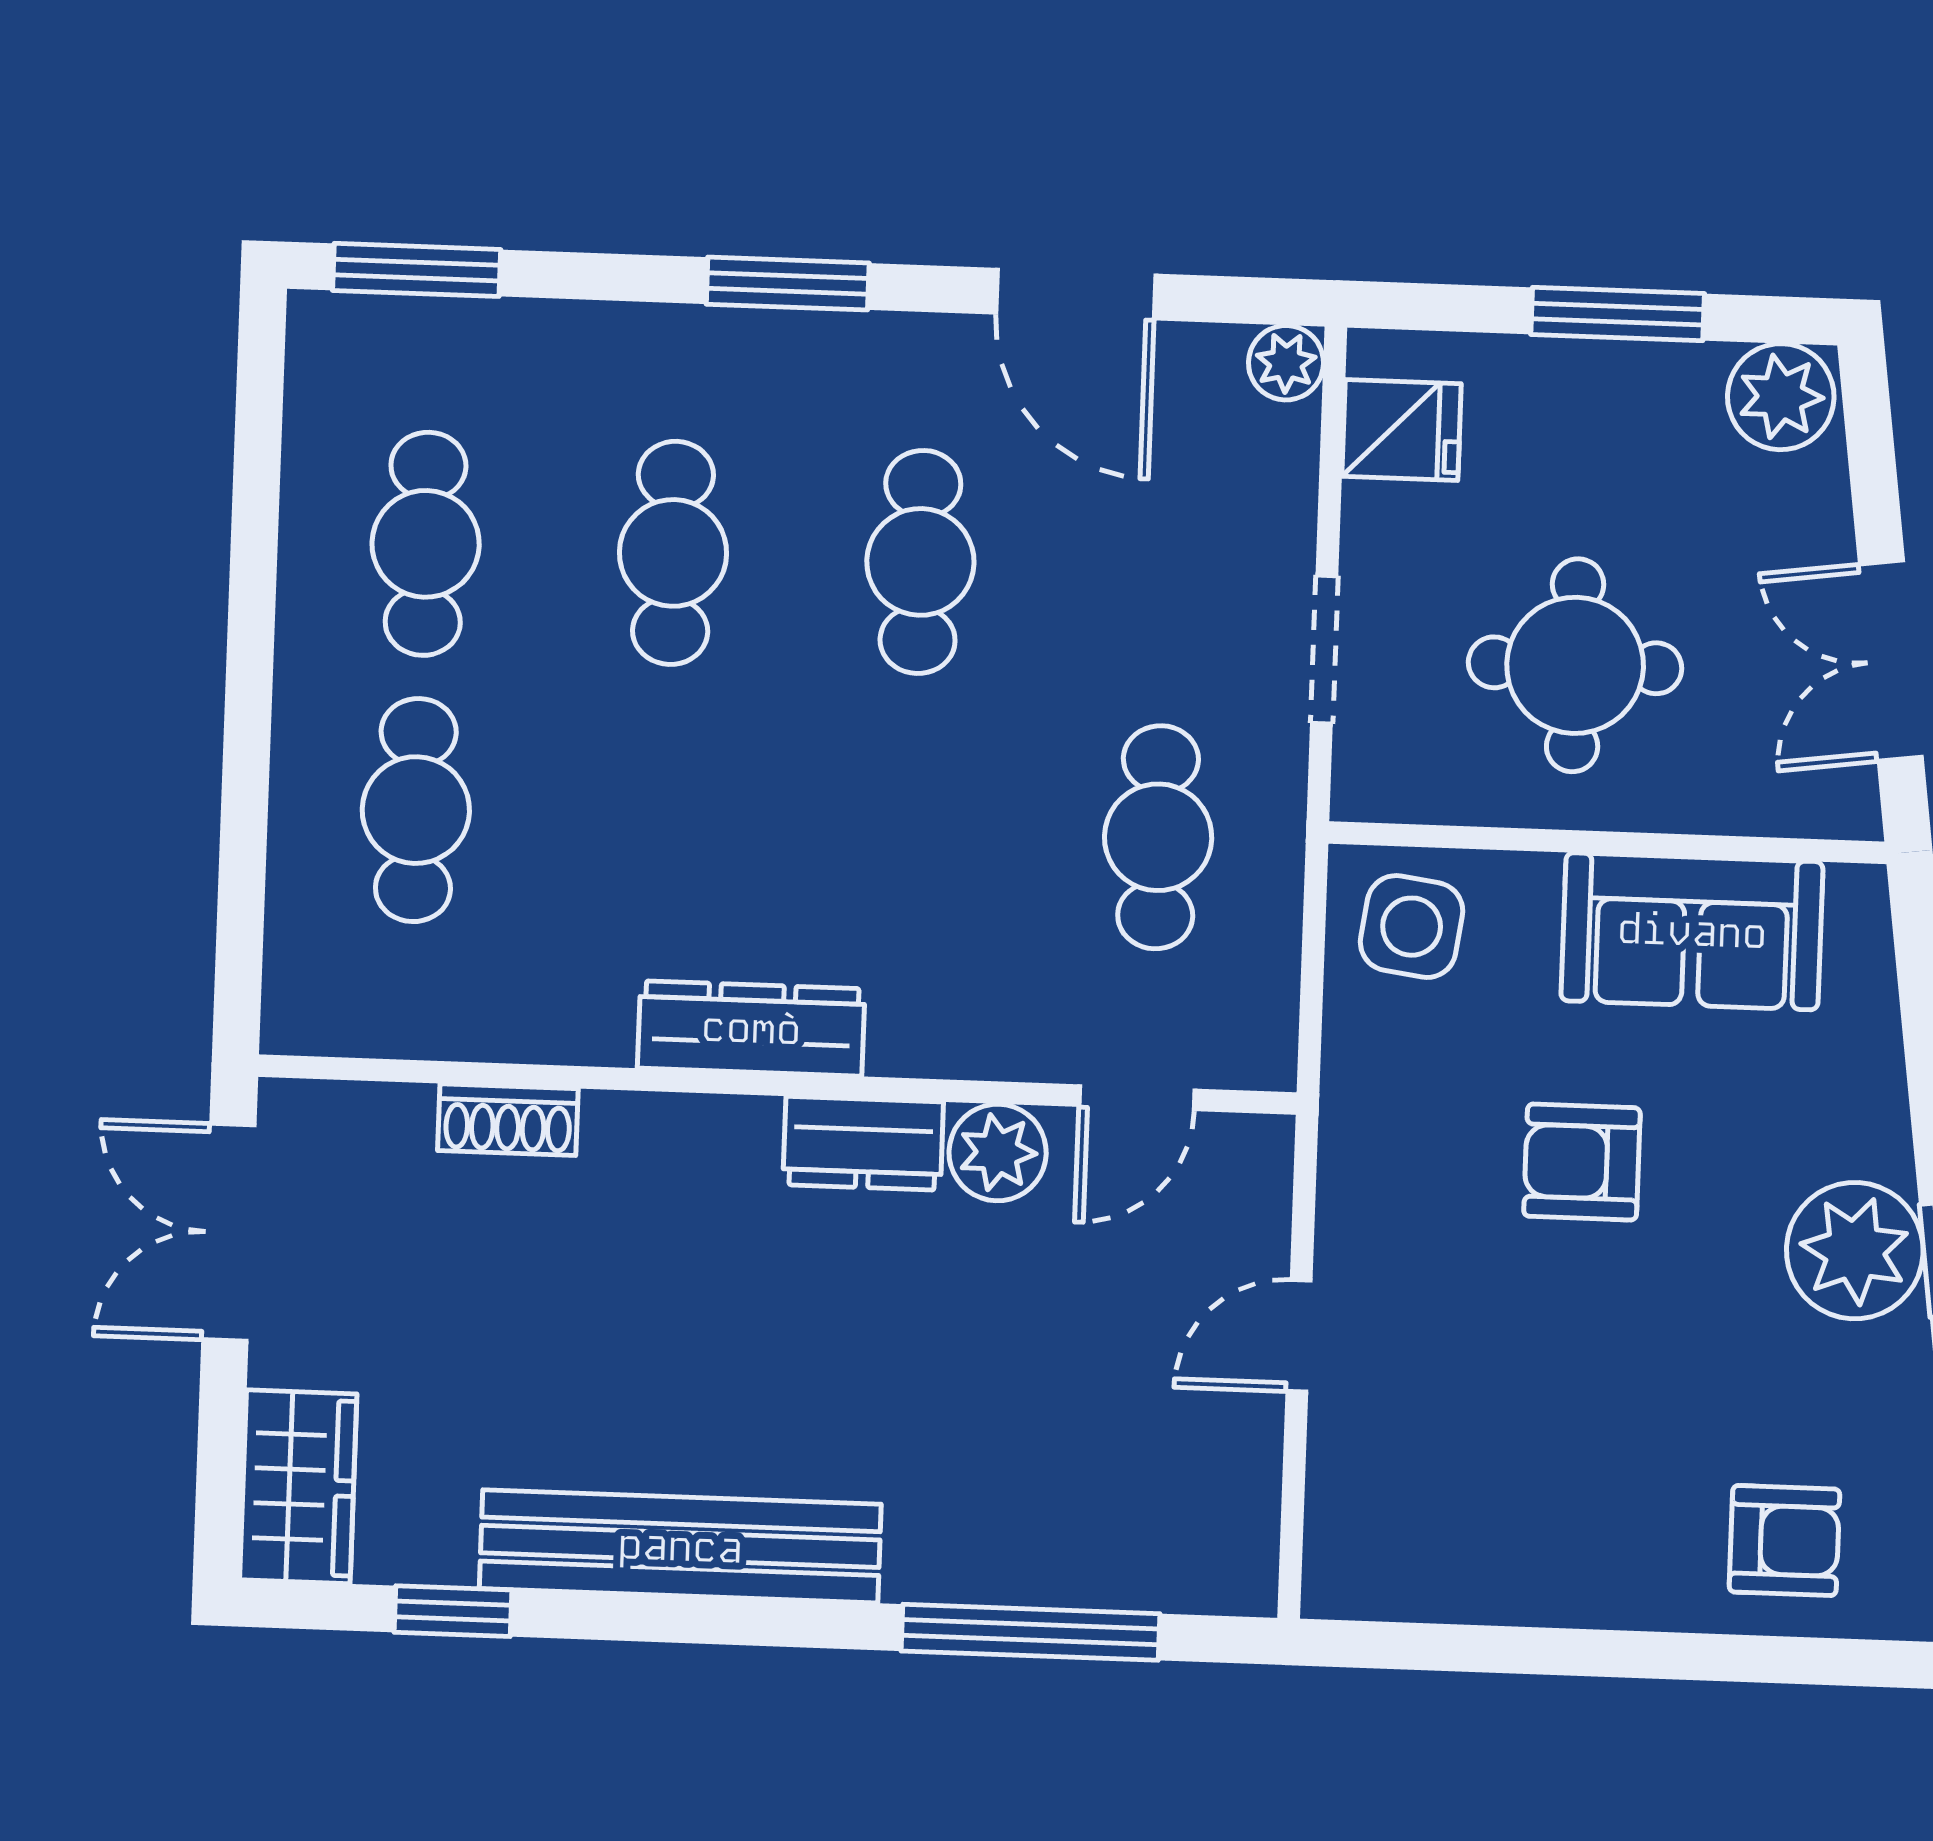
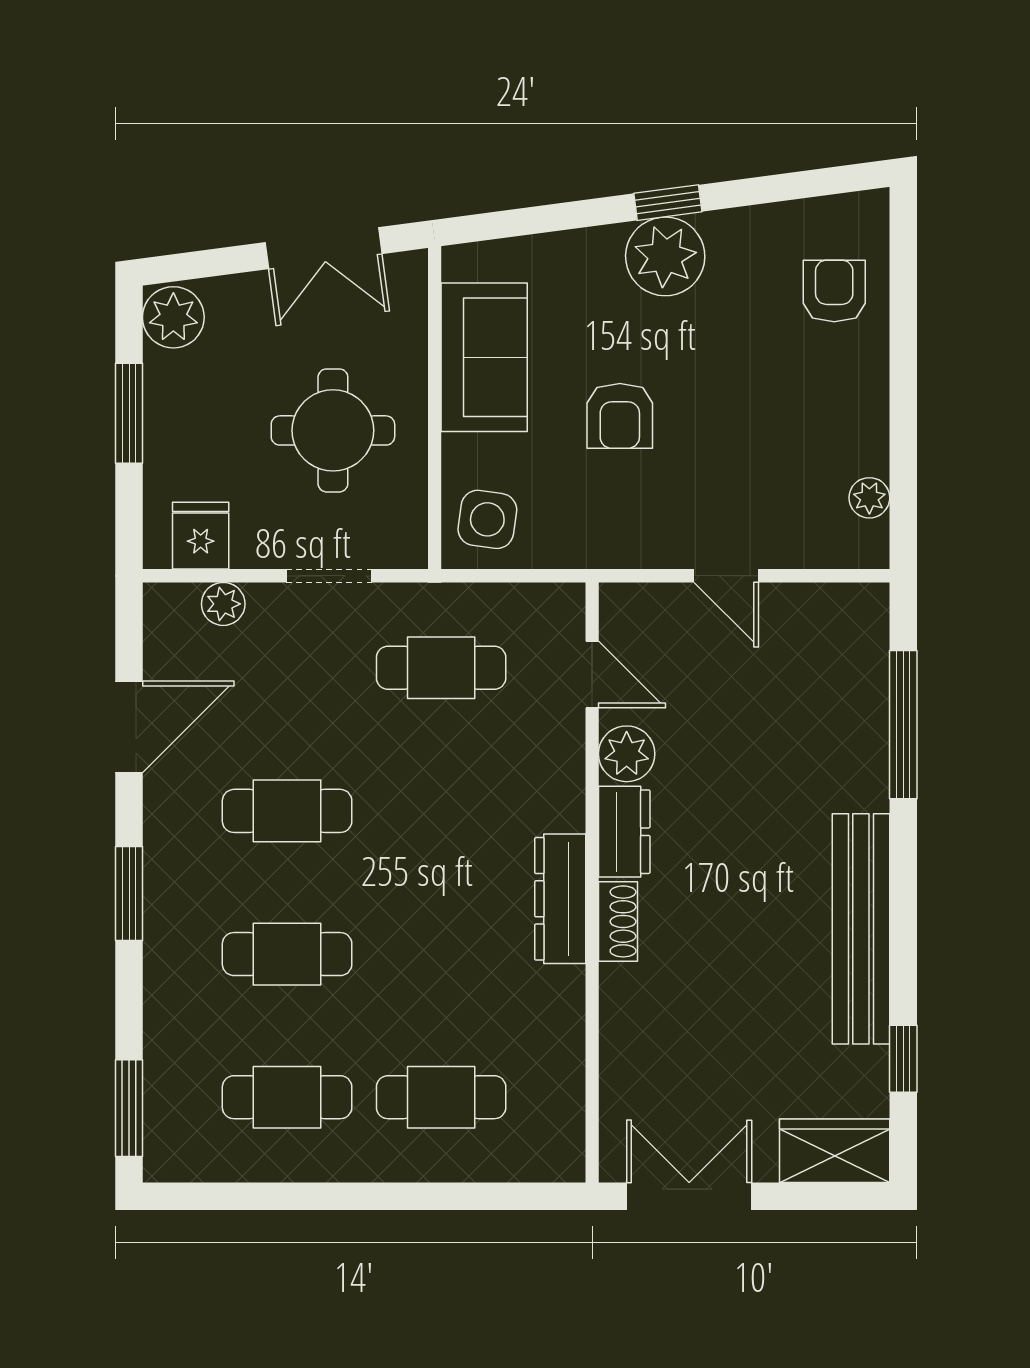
plant: (1286, 363) -> (223, 604), moved
shoe rack: (508, 1120) -> (618, 921), moved
double door: (229, 1232) -> (689, 1196), swing flipped
plant: (1425, 1588) -> (869, 498), added

